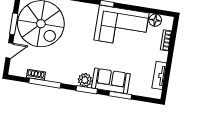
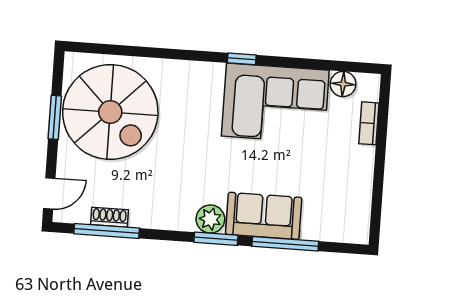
door: (9, 50) -> (49, 193), moved
tv unit: (159, 75) -> (361, 196), removed
window: (45, 83) -> (107, 231), moved
window: (120, 95) -> (285, 244), width x1.44

